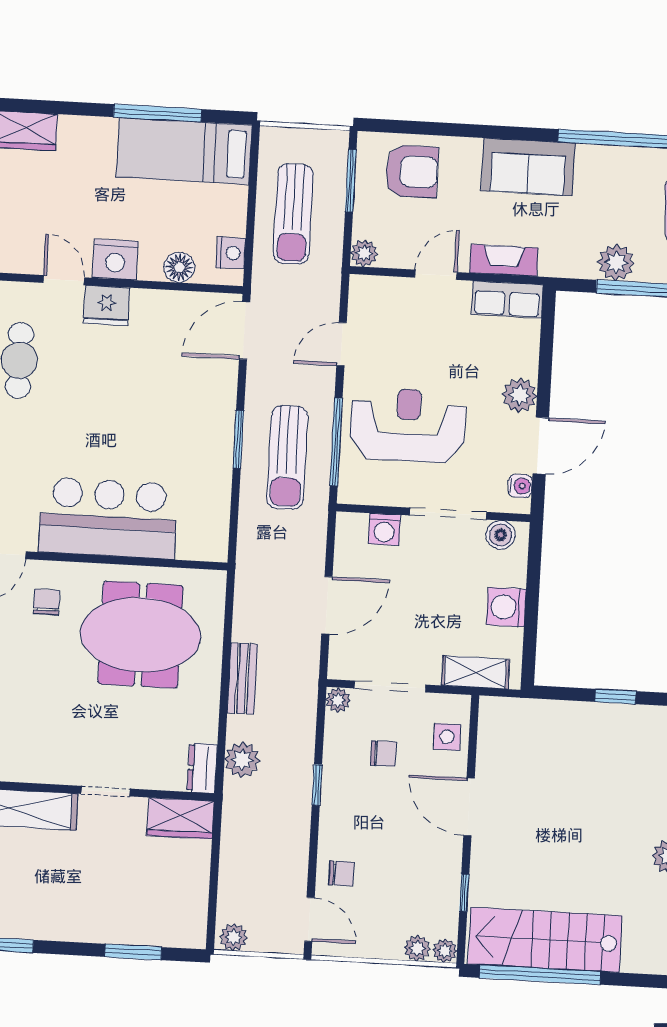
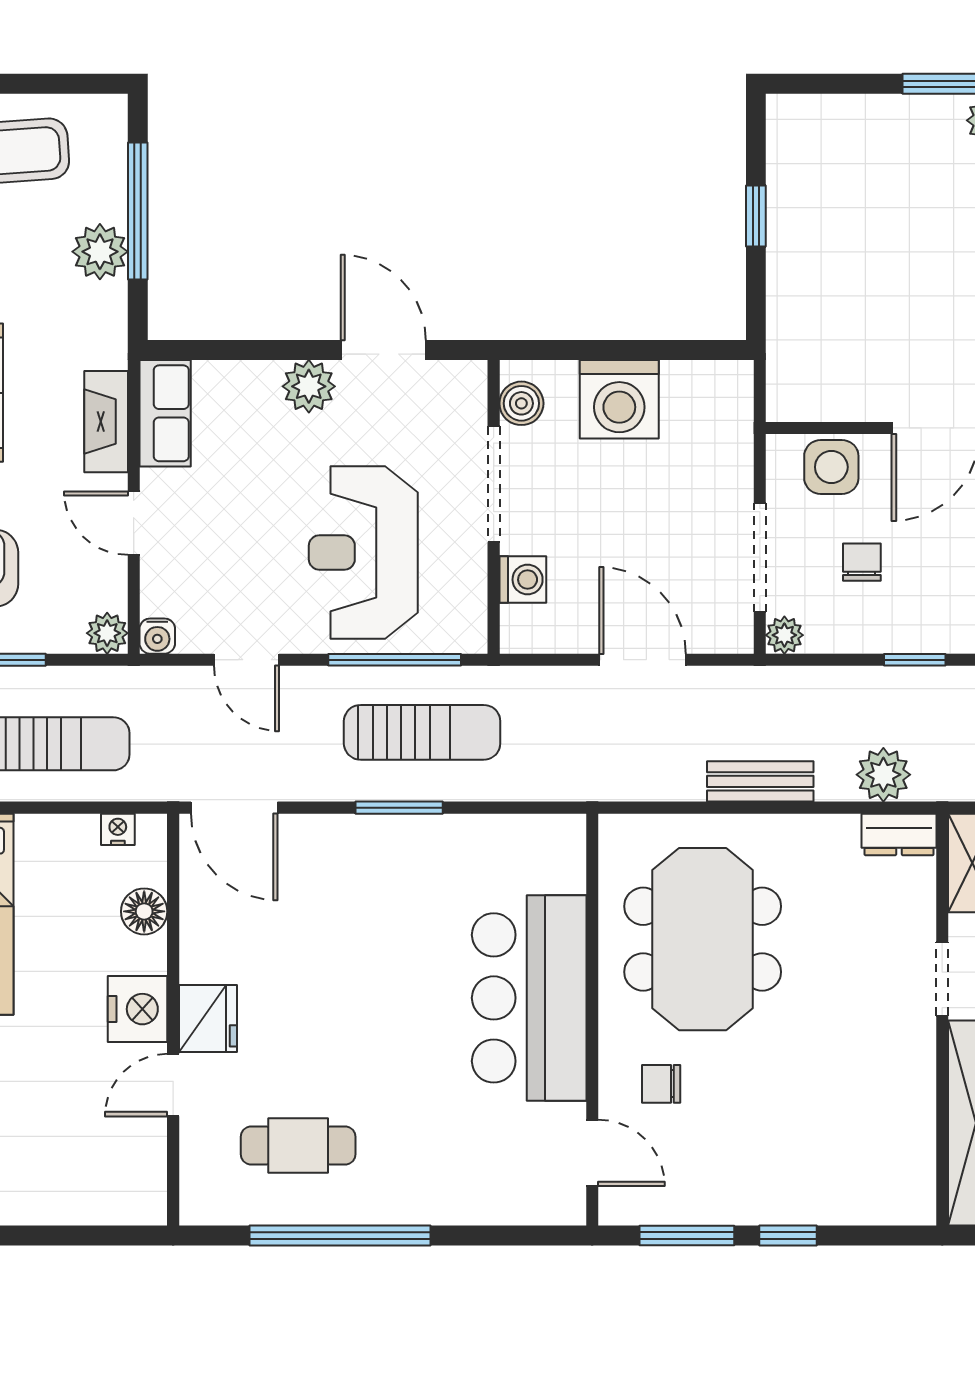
nightstand: (231, 253) -> (118, 829), width x0.72, depth x0.74
water cooler: (520, 486) -> (157, 636), moved, turned 180
washing machine: (506, 607) -> (619, 399), width x1.37, depth x1.37
shelving: (475, 672) -> (731, 430), removed
side table: (447, 737) -> (831, 467), width x1.37, depth x1.37

